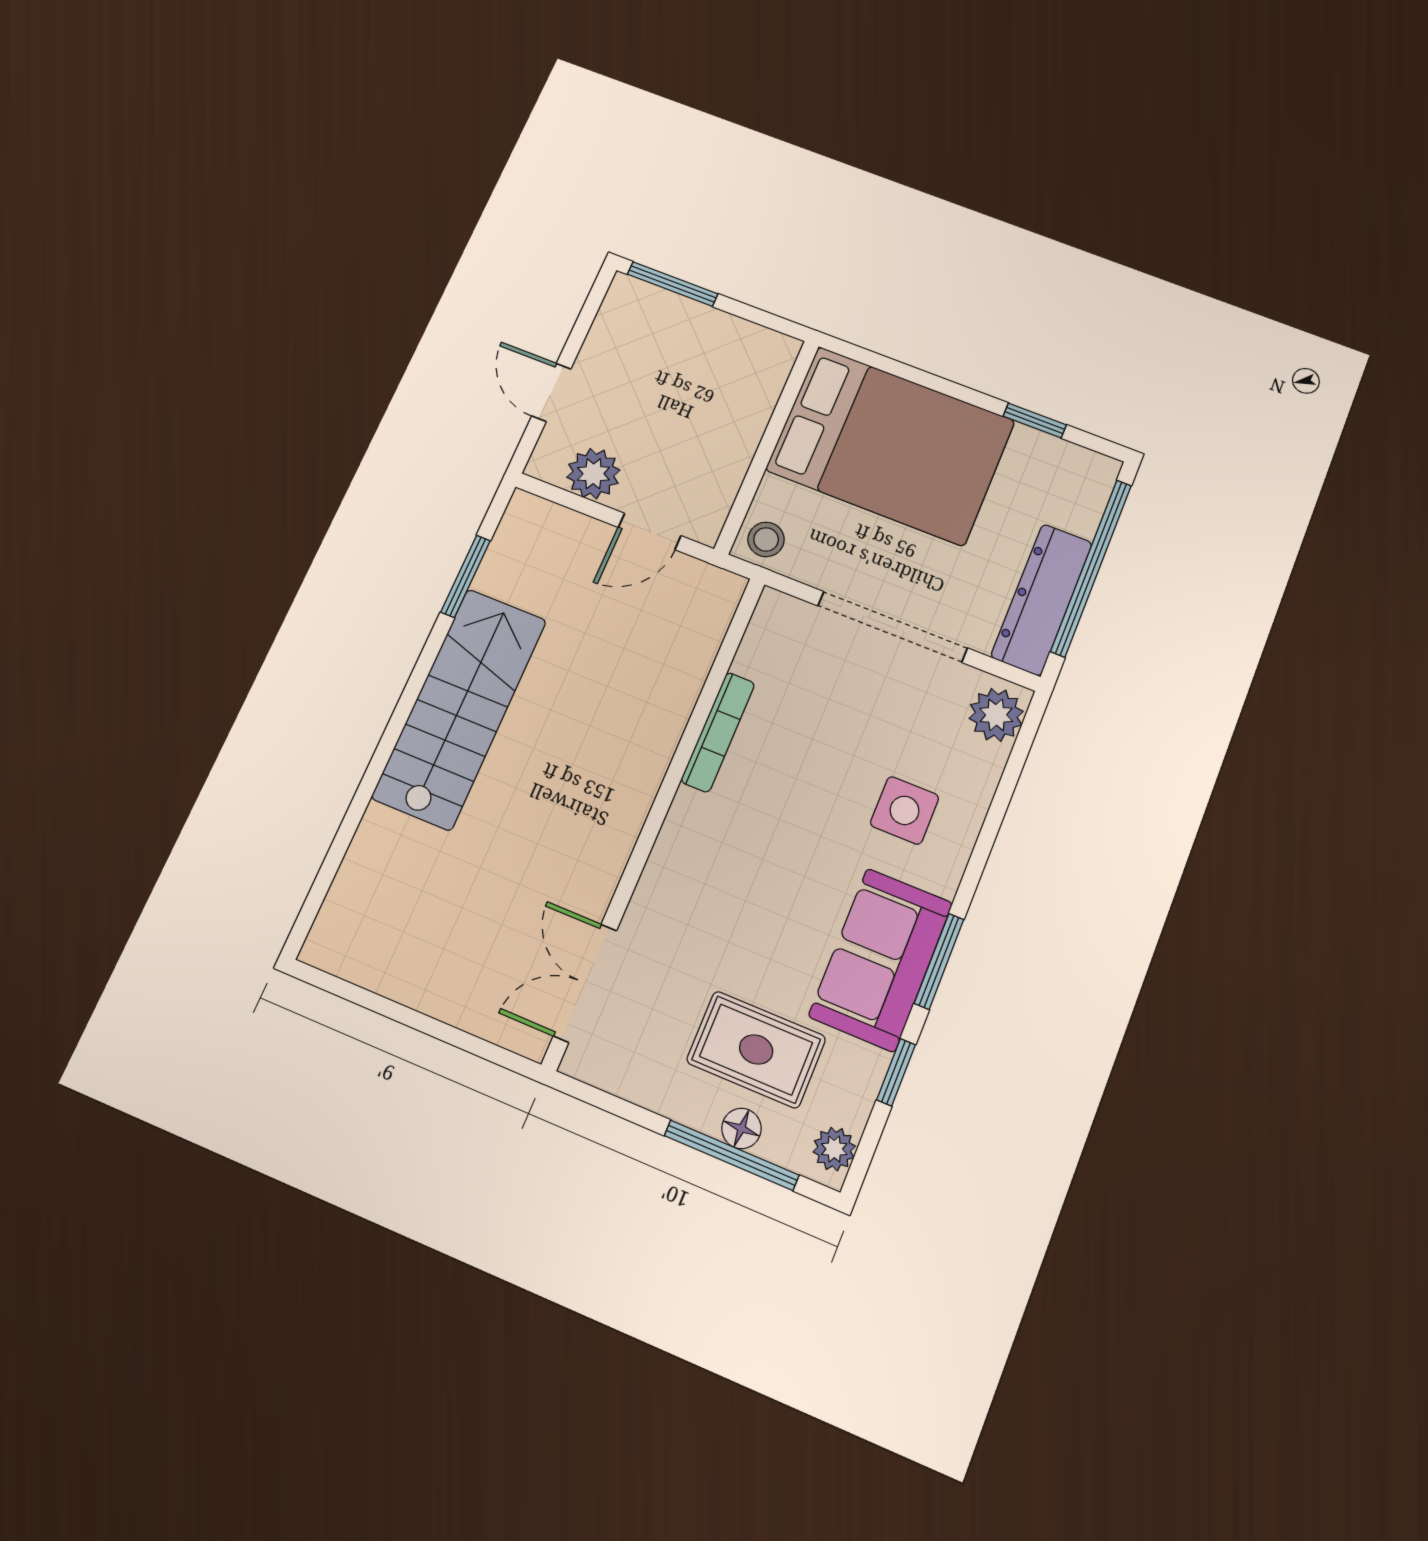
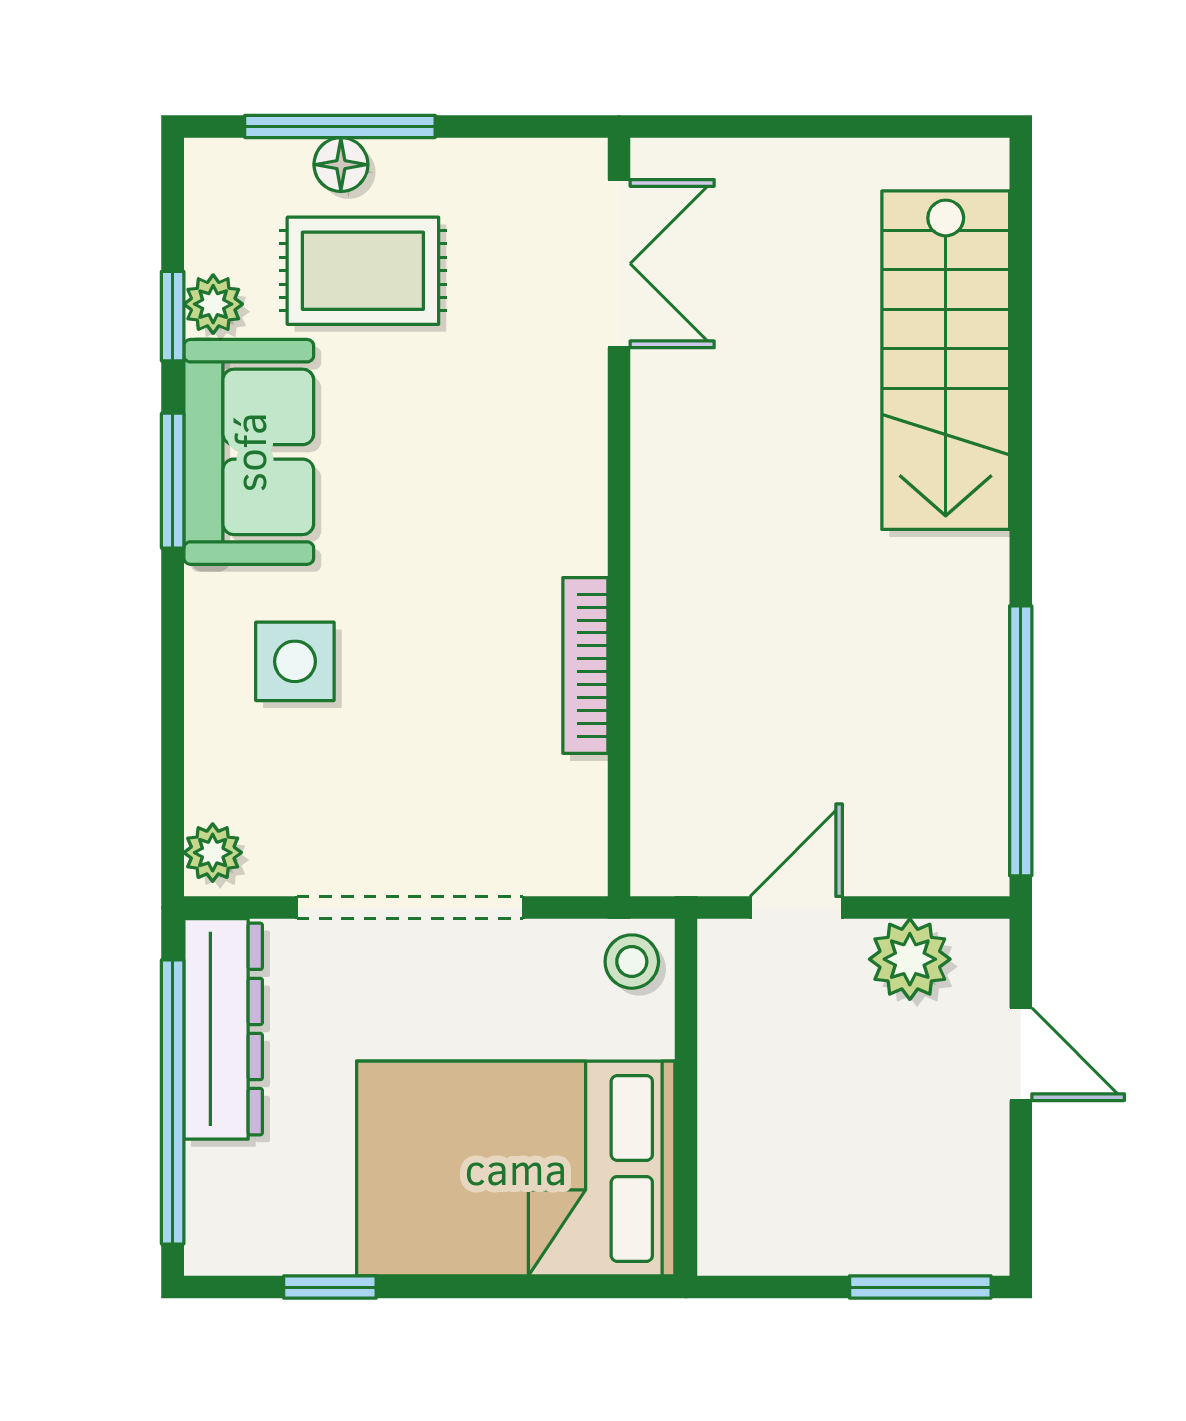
window: (466, 576) -> (1021, 741), width x2.11
stairs: (460, 708) -> (946, 360), moved
plant: (996, 715) -> (213, 853), width x0.73, depth x0.73
plant: (834, 1149) -> (213, 304), moved

